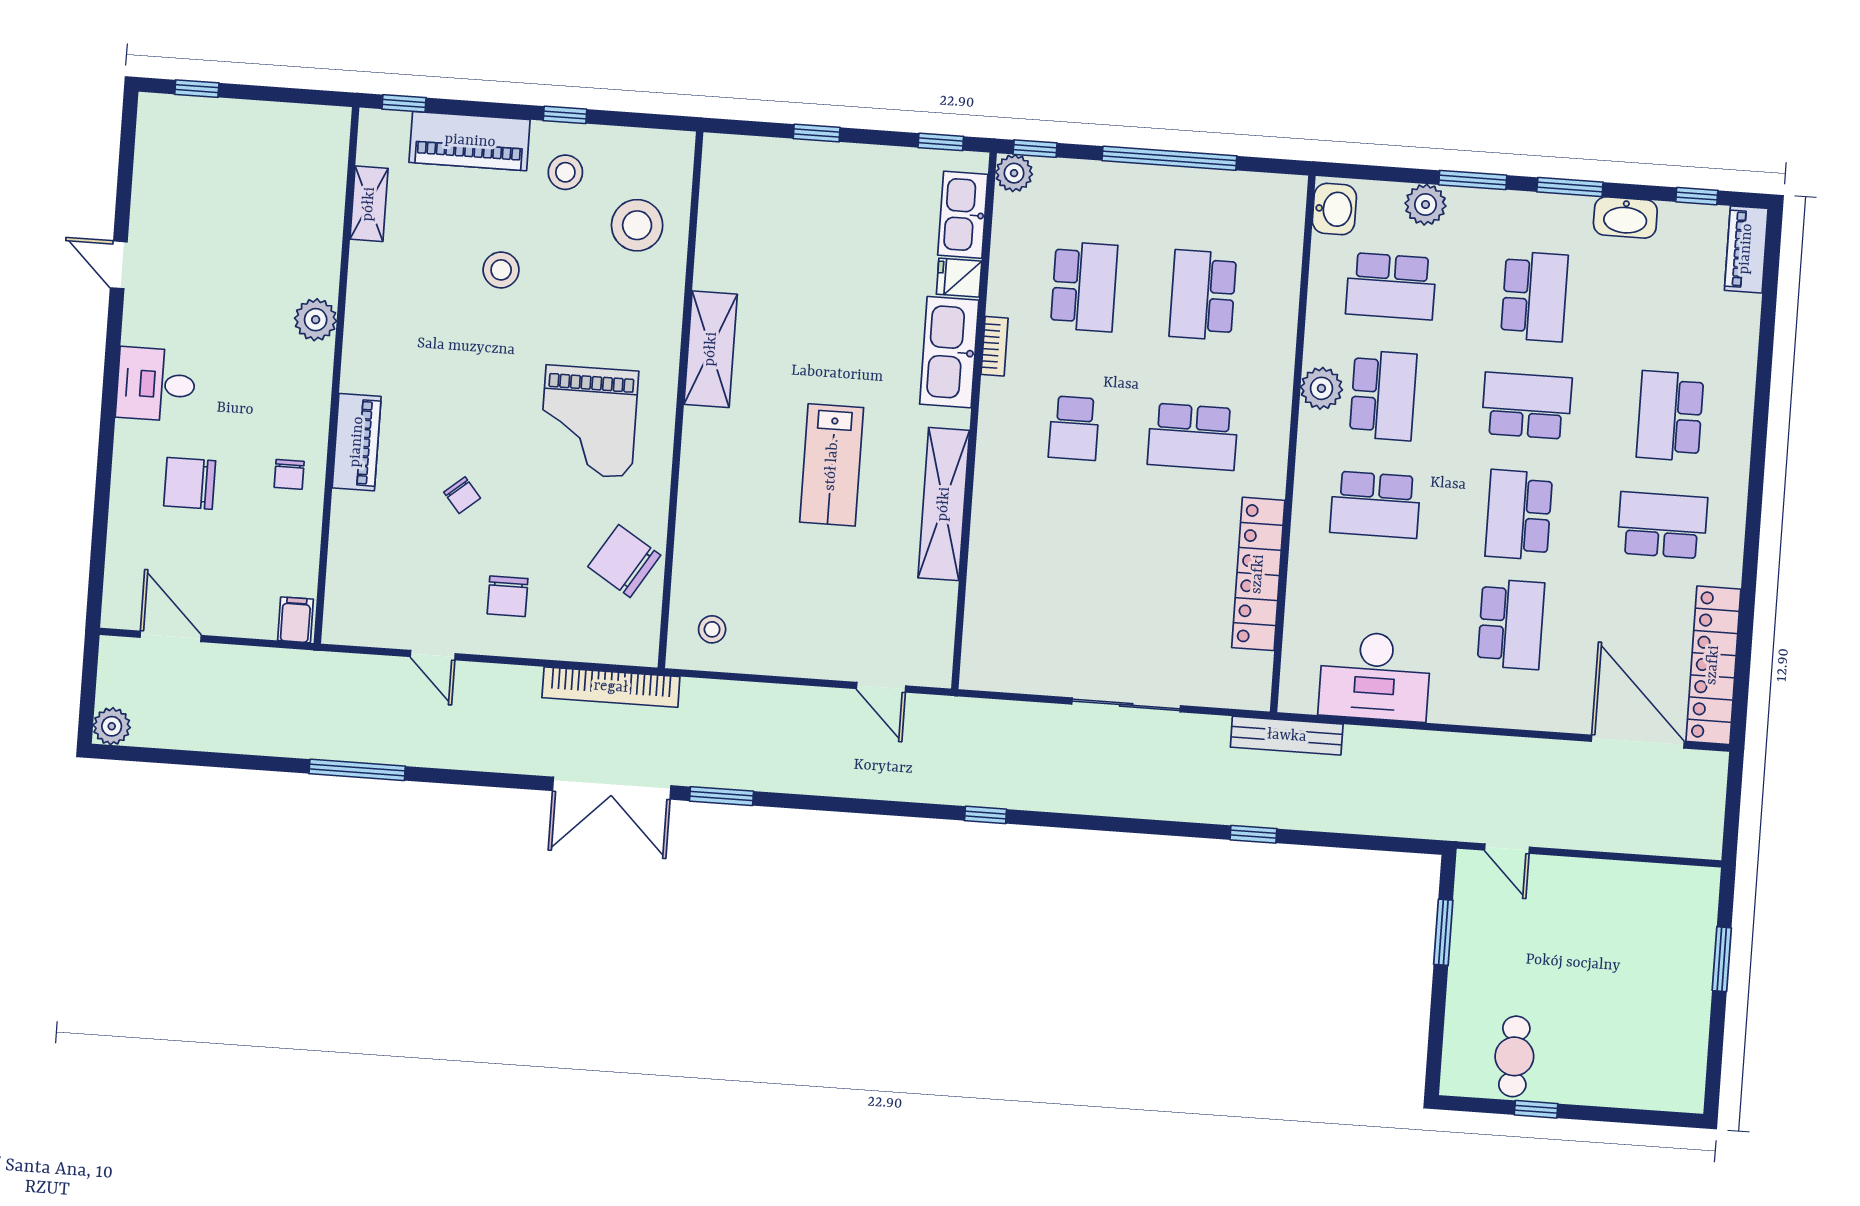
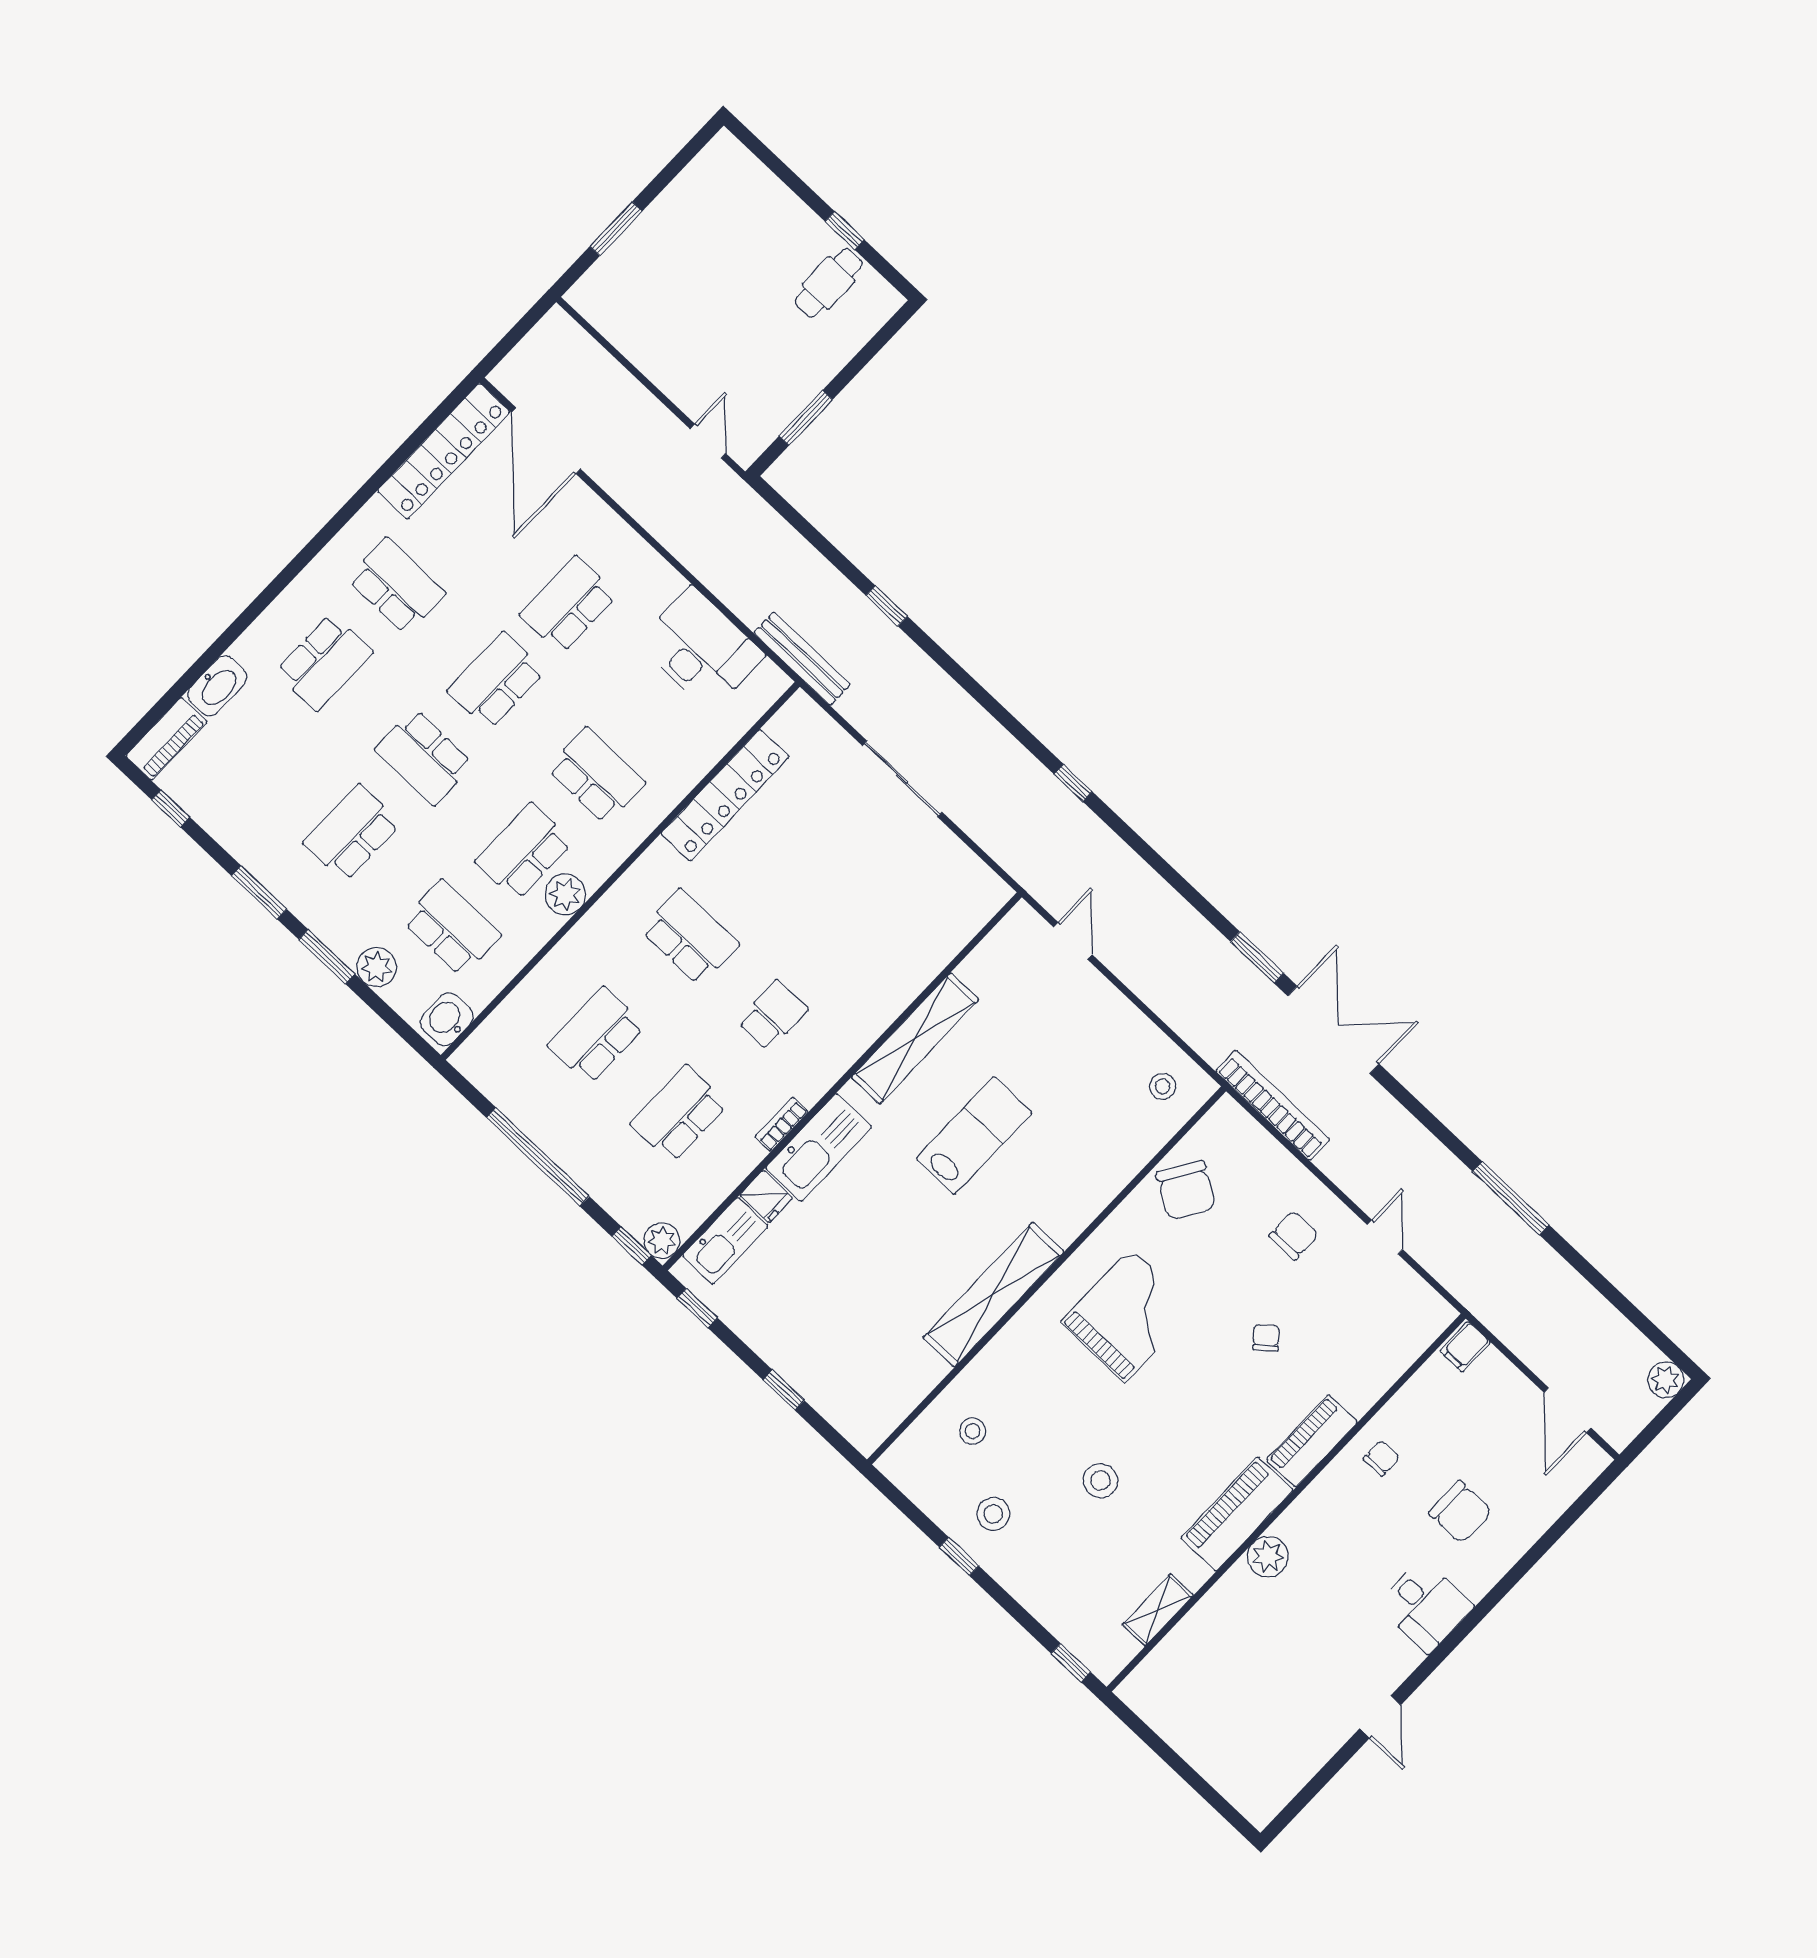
window: (197, 89) -> (1215, 1800), removed
piano: (470, 141) -> (1237, 1514), moved, turned -90
washbasin: (1625, 217) -> (217, 686), moved, turned 90
stool: (637, 225) -> (973, 1431), width x0.53, depth x0.53
school desk: (1203, 295) -> (596, 1036), turned 180
shelving: (711, 349) -> (993, 1295), width x1.47
school desk: (1519, 515) -> (496, 681), turned 180
school desk: (1662, 525) -> (396, 586), turned 180

